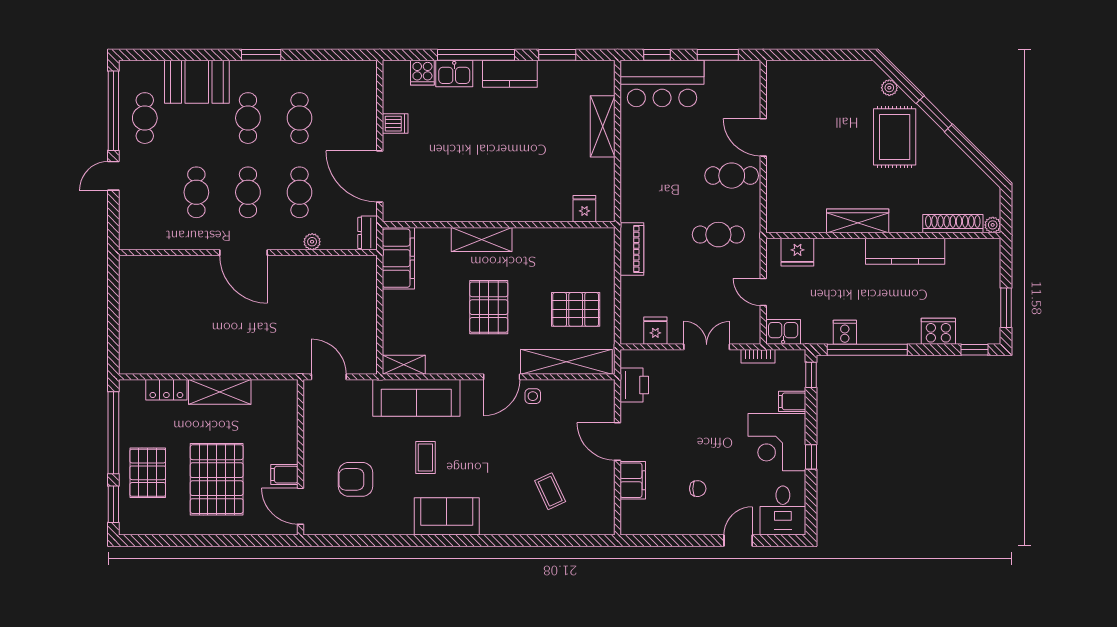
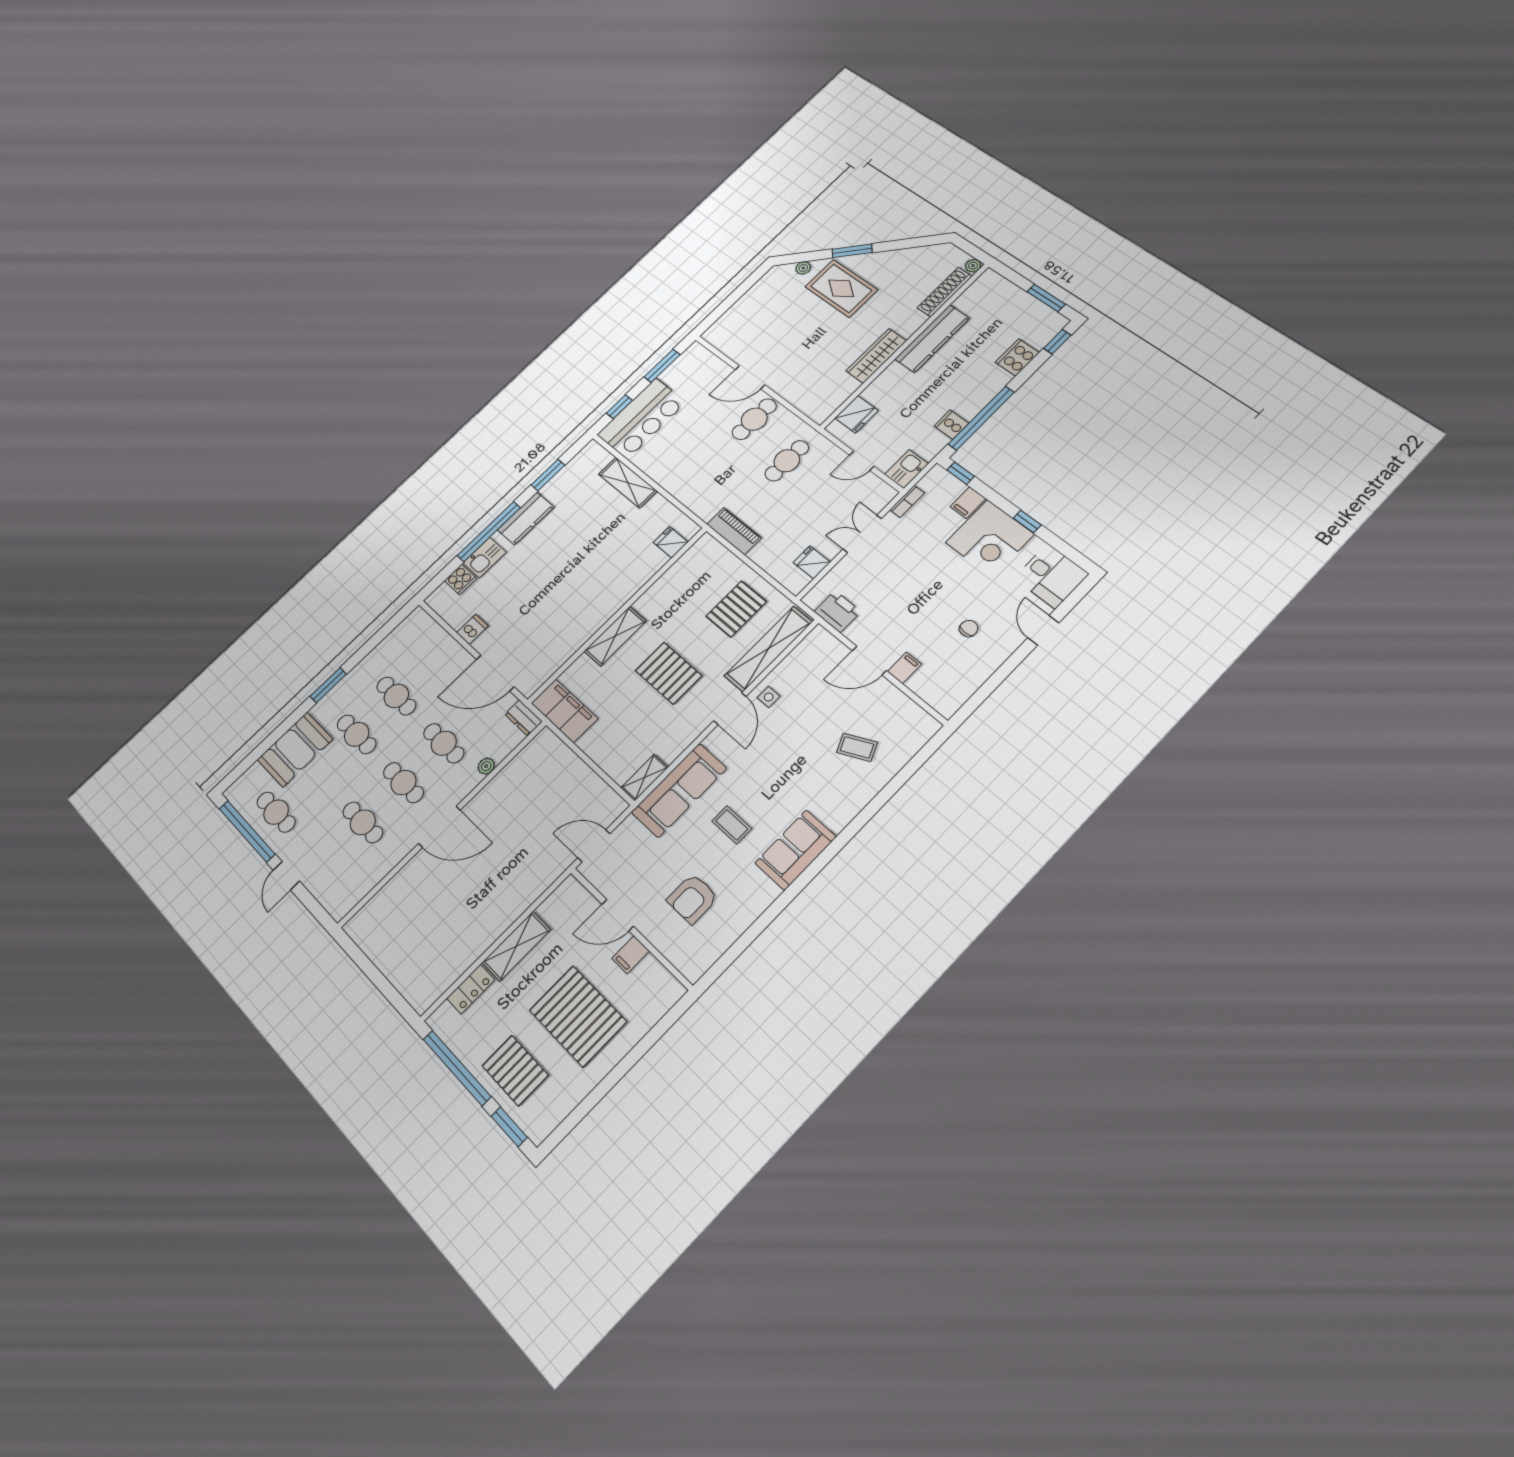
filing cabinet: (633, 480) -> (904, 668), width x0.50
door: (300, 506) -> (618, 915), moved

